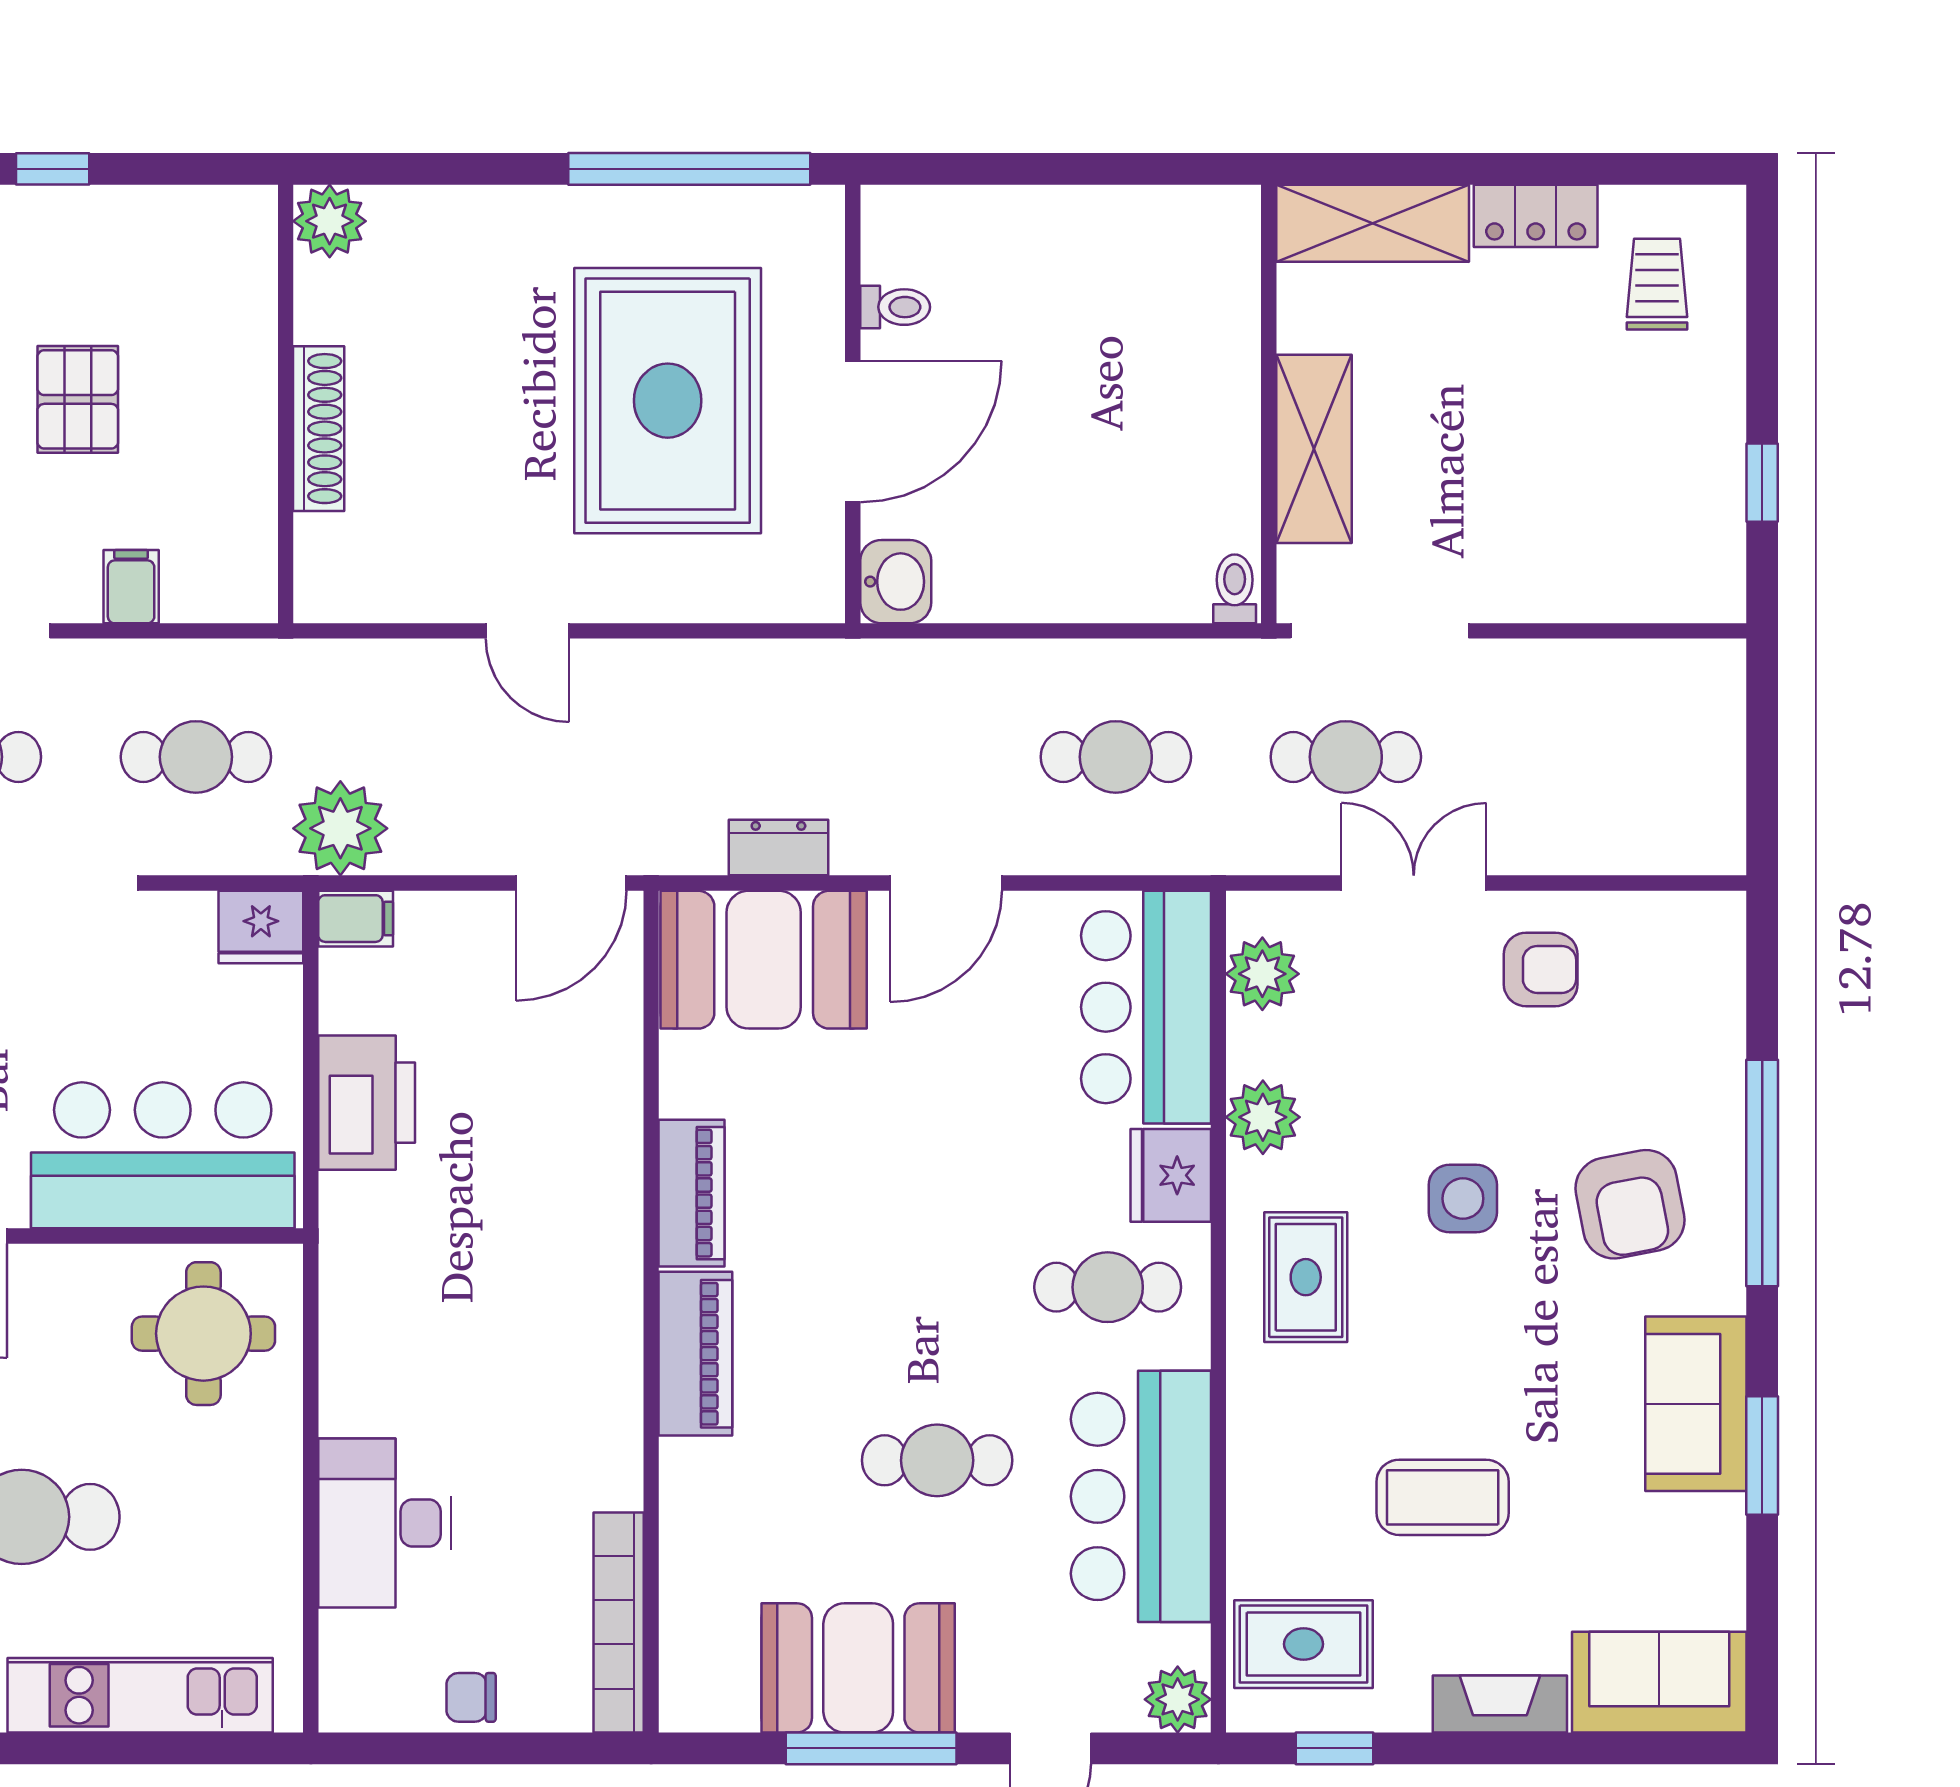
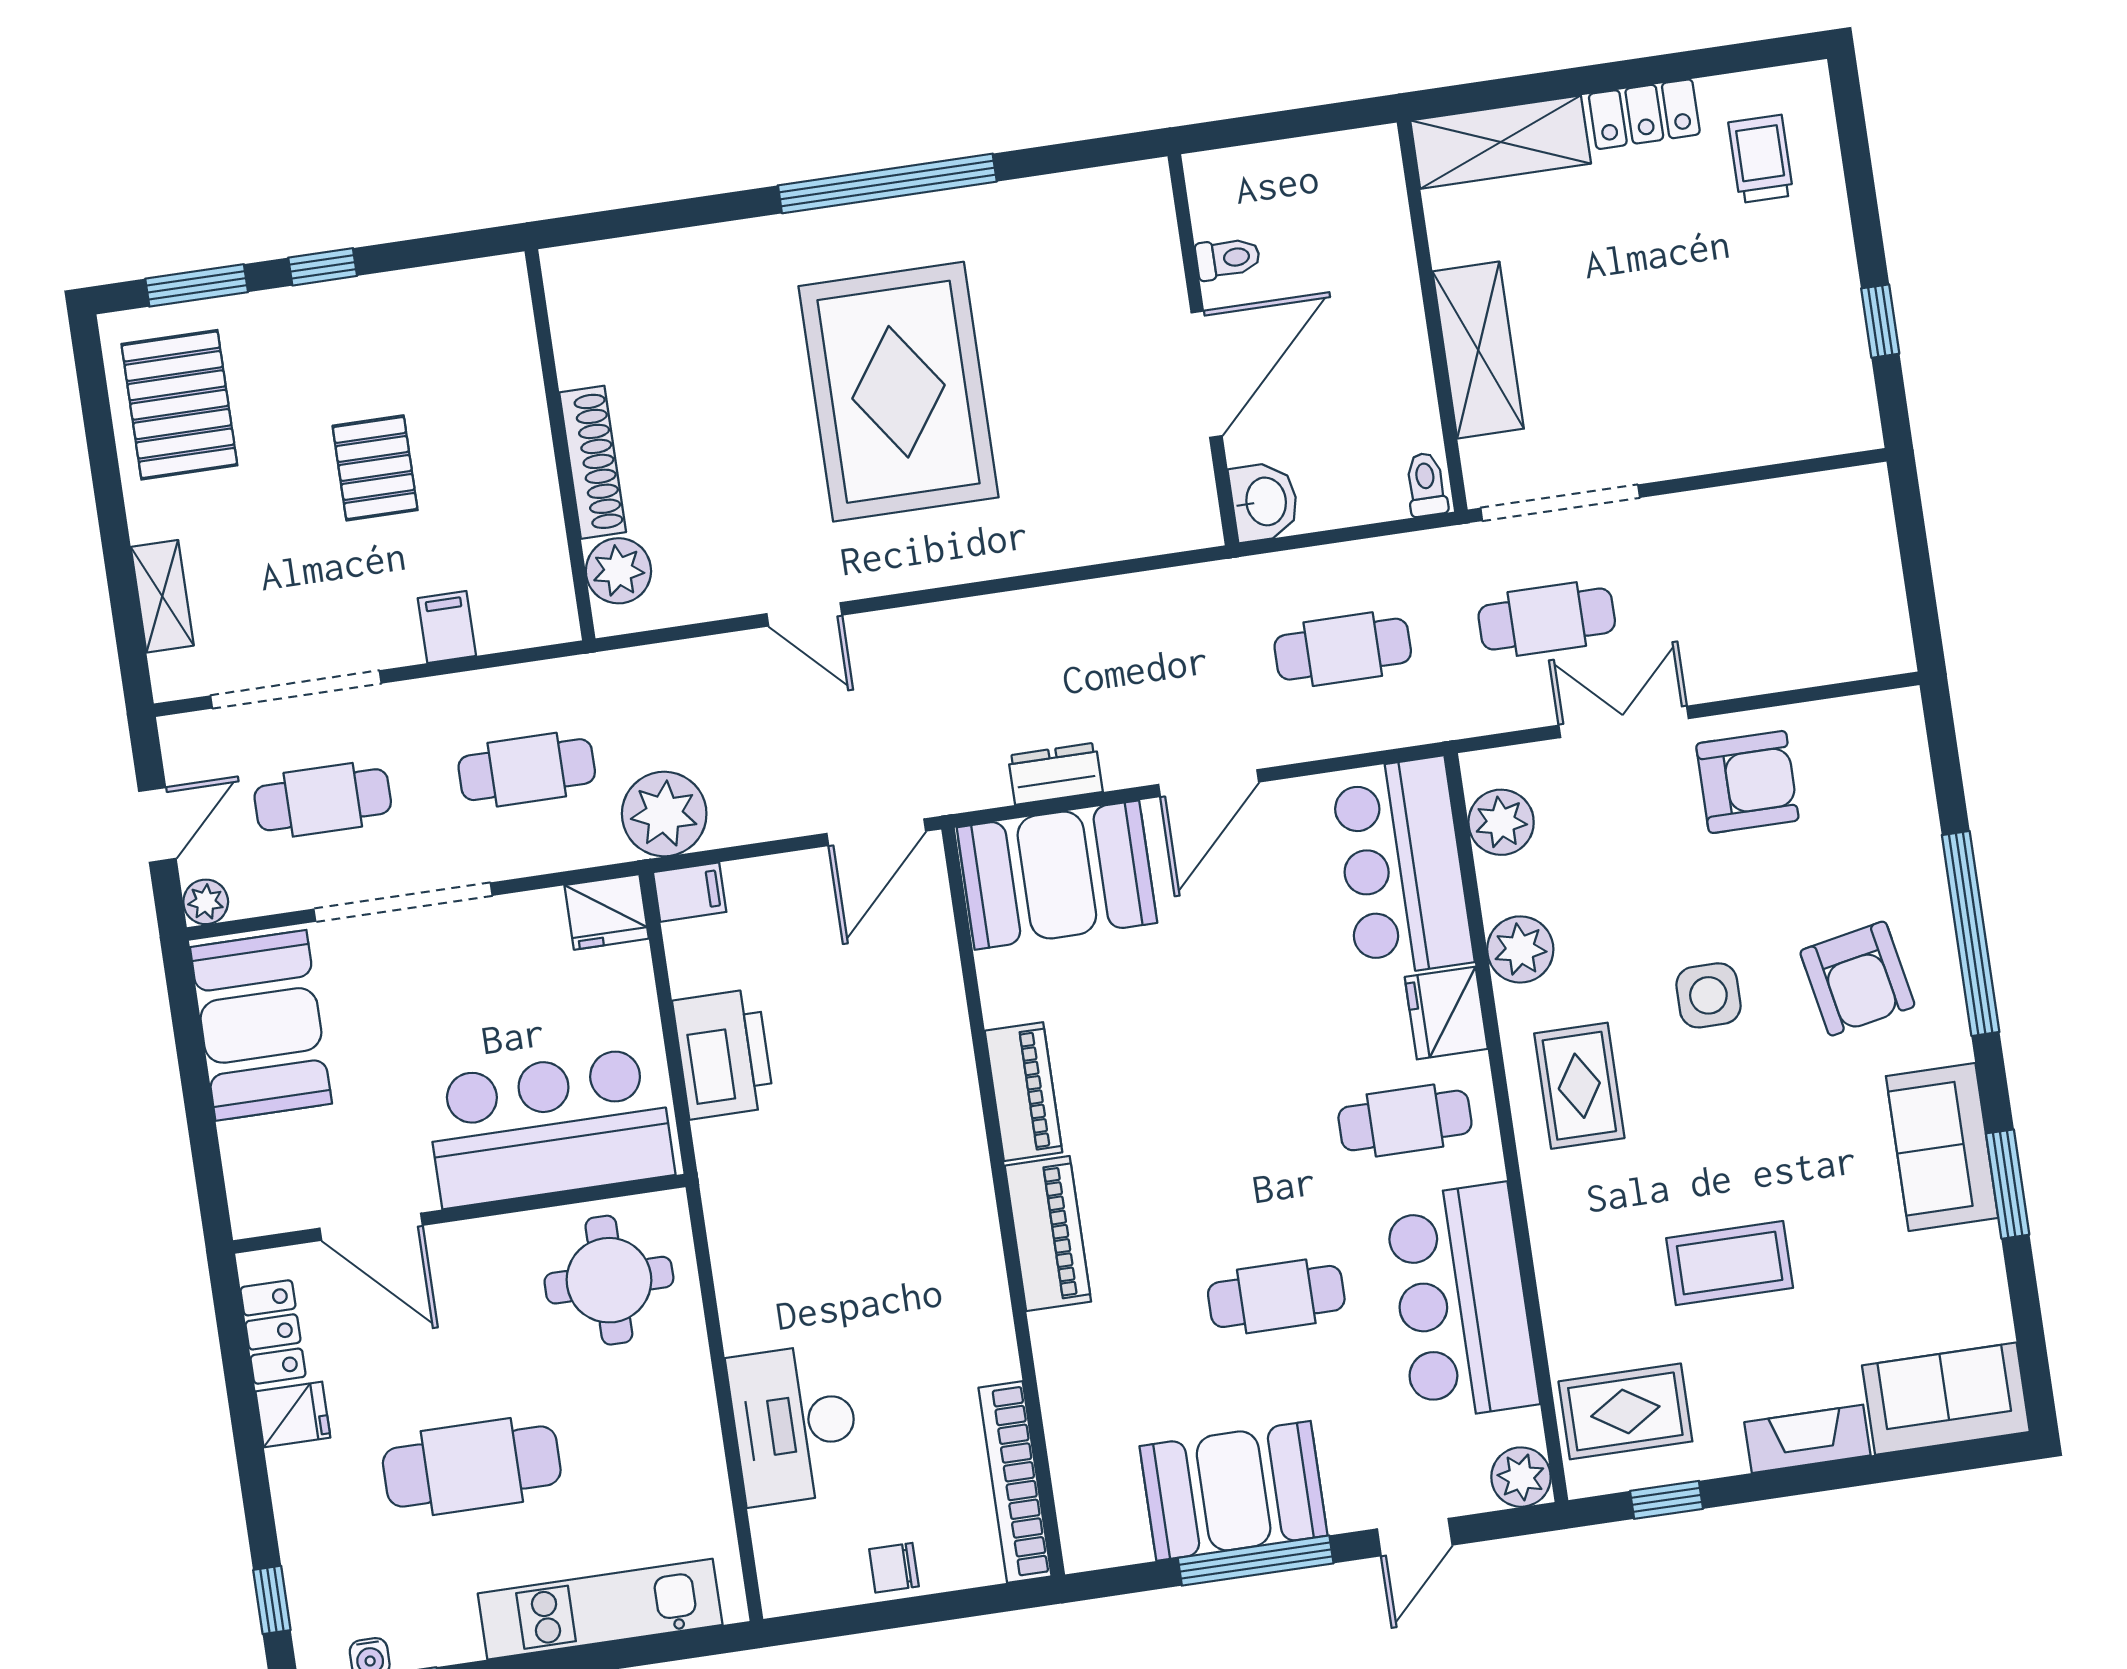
plant: (330, 221) -> (618, 571), moved
toilet: (895, 307) -> (1228, 258), moved
wall: (853, 404) -> (1203, 350), moved
door: (853, 432) -> (1207, 374), moved
washbasin: (896, 582) -> (1264, 502), moved
armchair: (1541, 969) -> (1747, 782), width x1.38, depth x1.38

